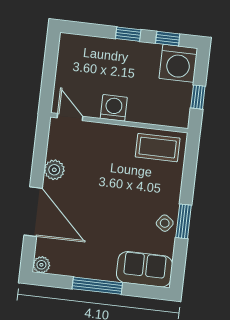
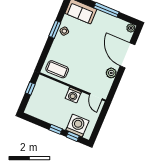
window: (168, 39) -> (73, 136), moved
washing machine: (178, 63) -> (77, 125), moved

